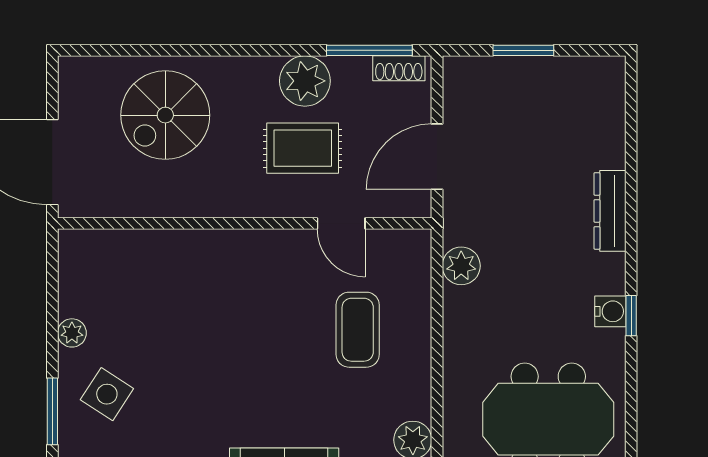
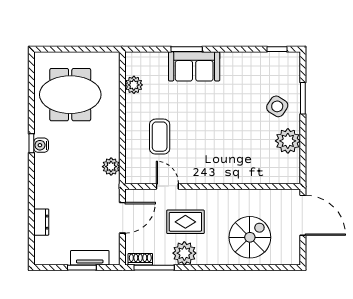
tv unit: (507, 71) -> (90, 258), added
dresser: (610, 211) -> (41, 222), moved, width x0.70
plant: (72, 333) -> (288, 141), width x1.87, depth x1.87

